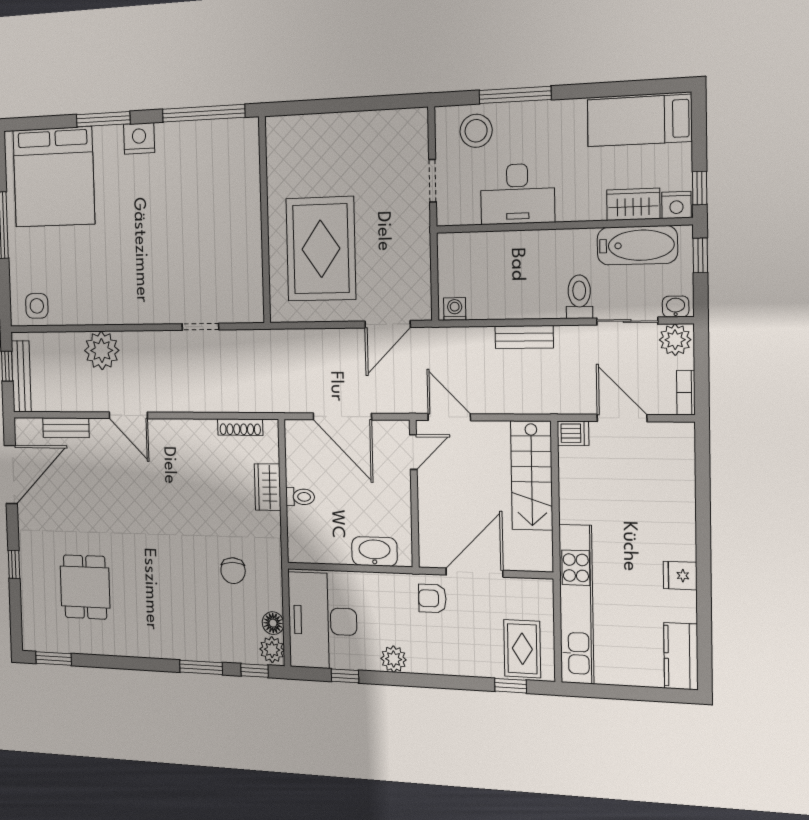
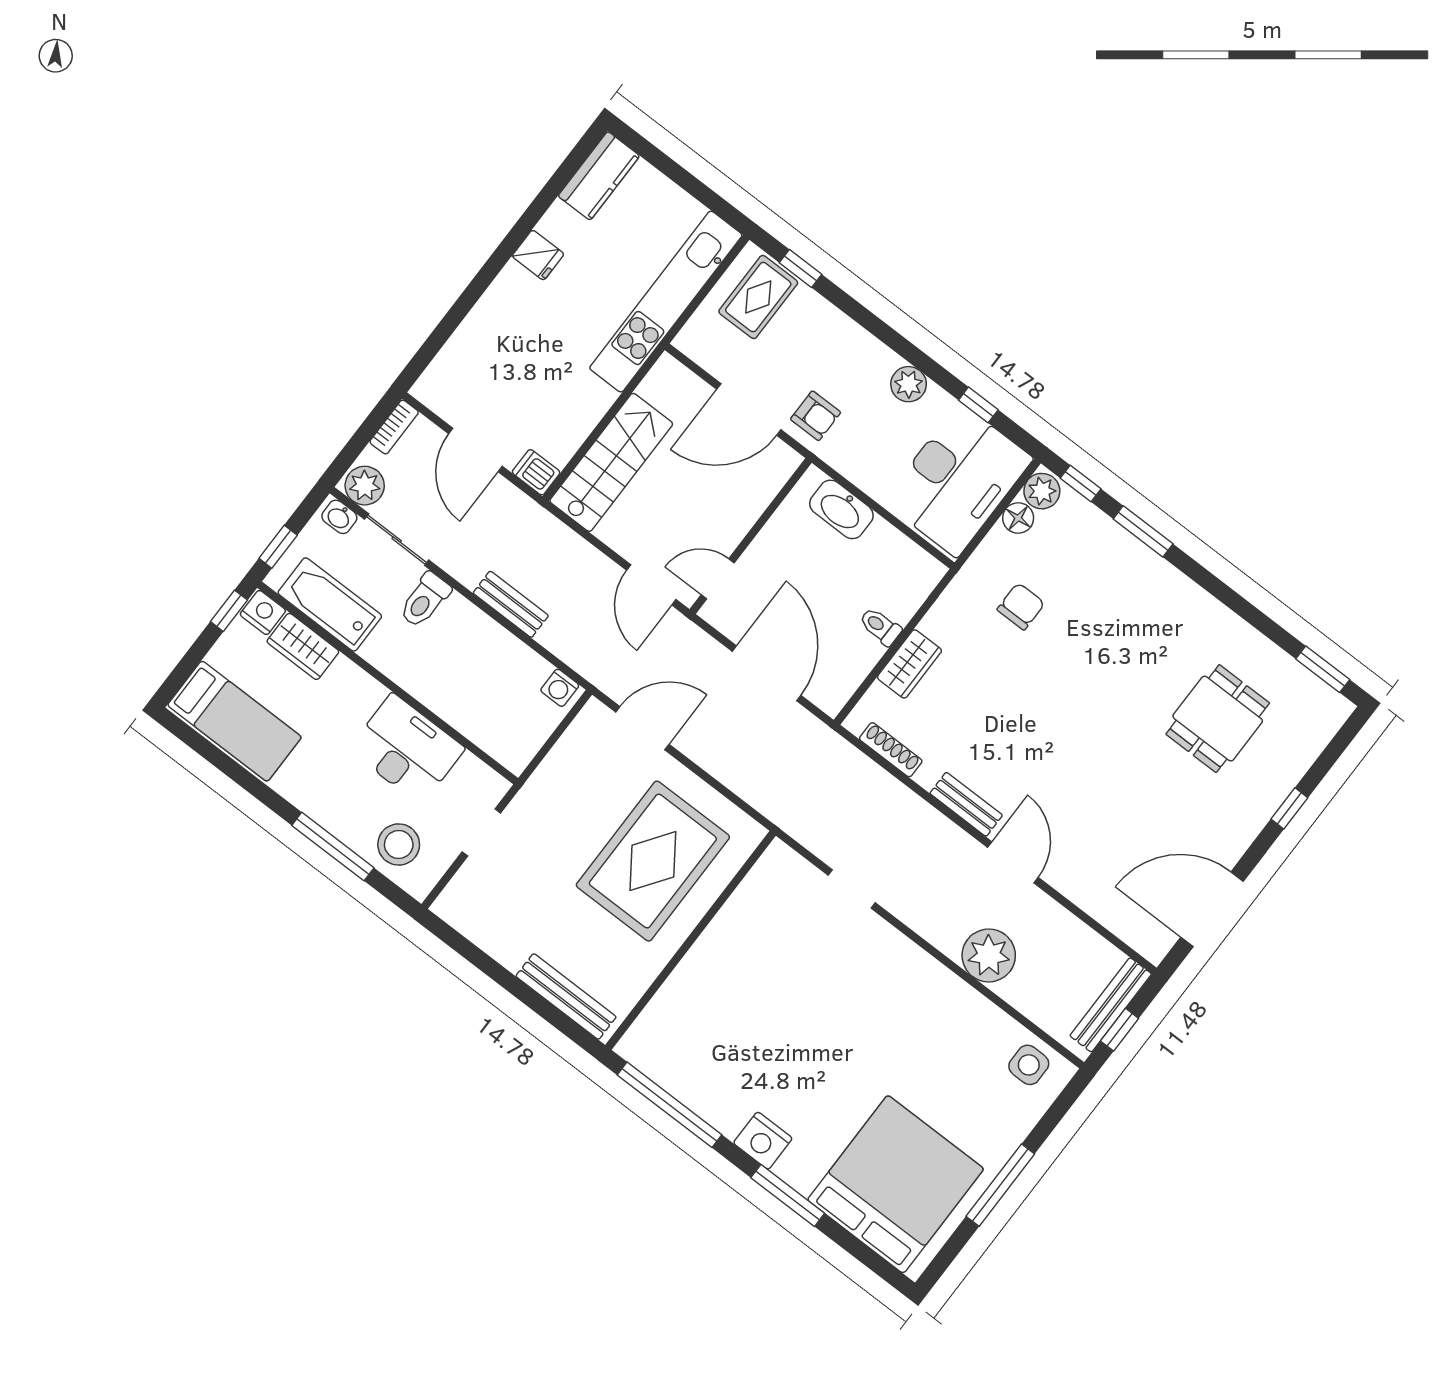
bench: (308, 125) -> (566, 996), added
bench: (66, 428) -> (966, 804), moved

